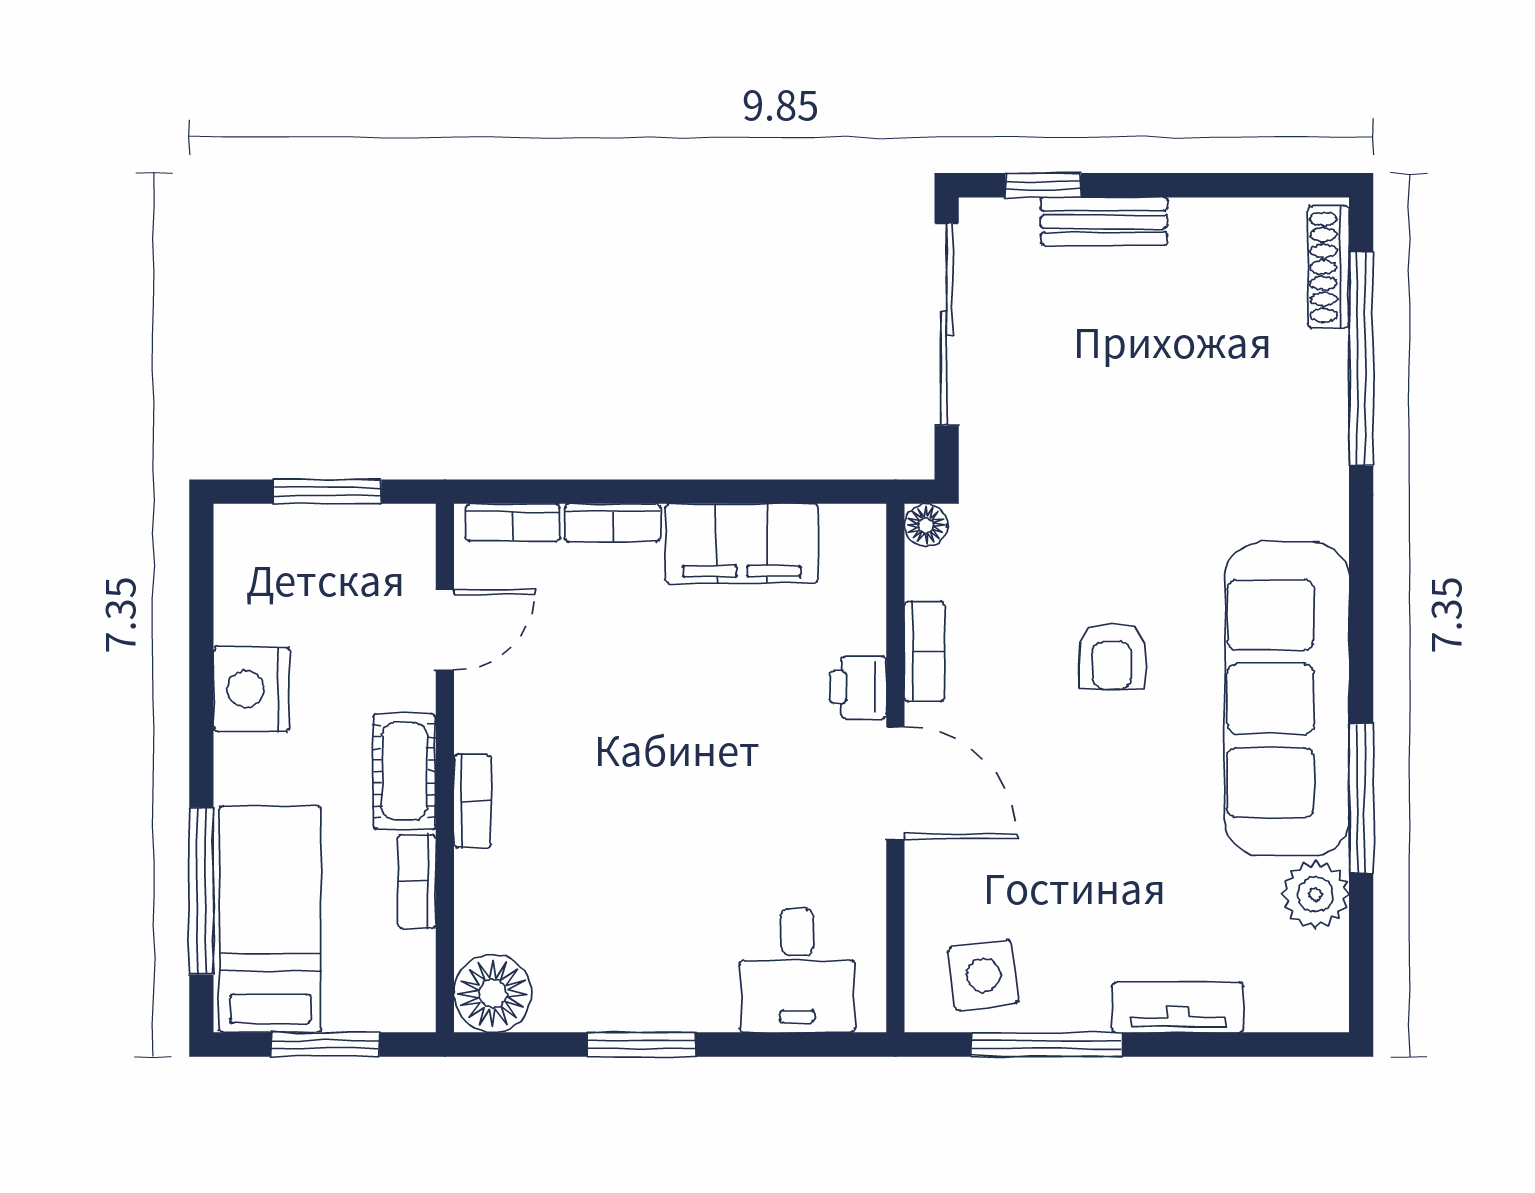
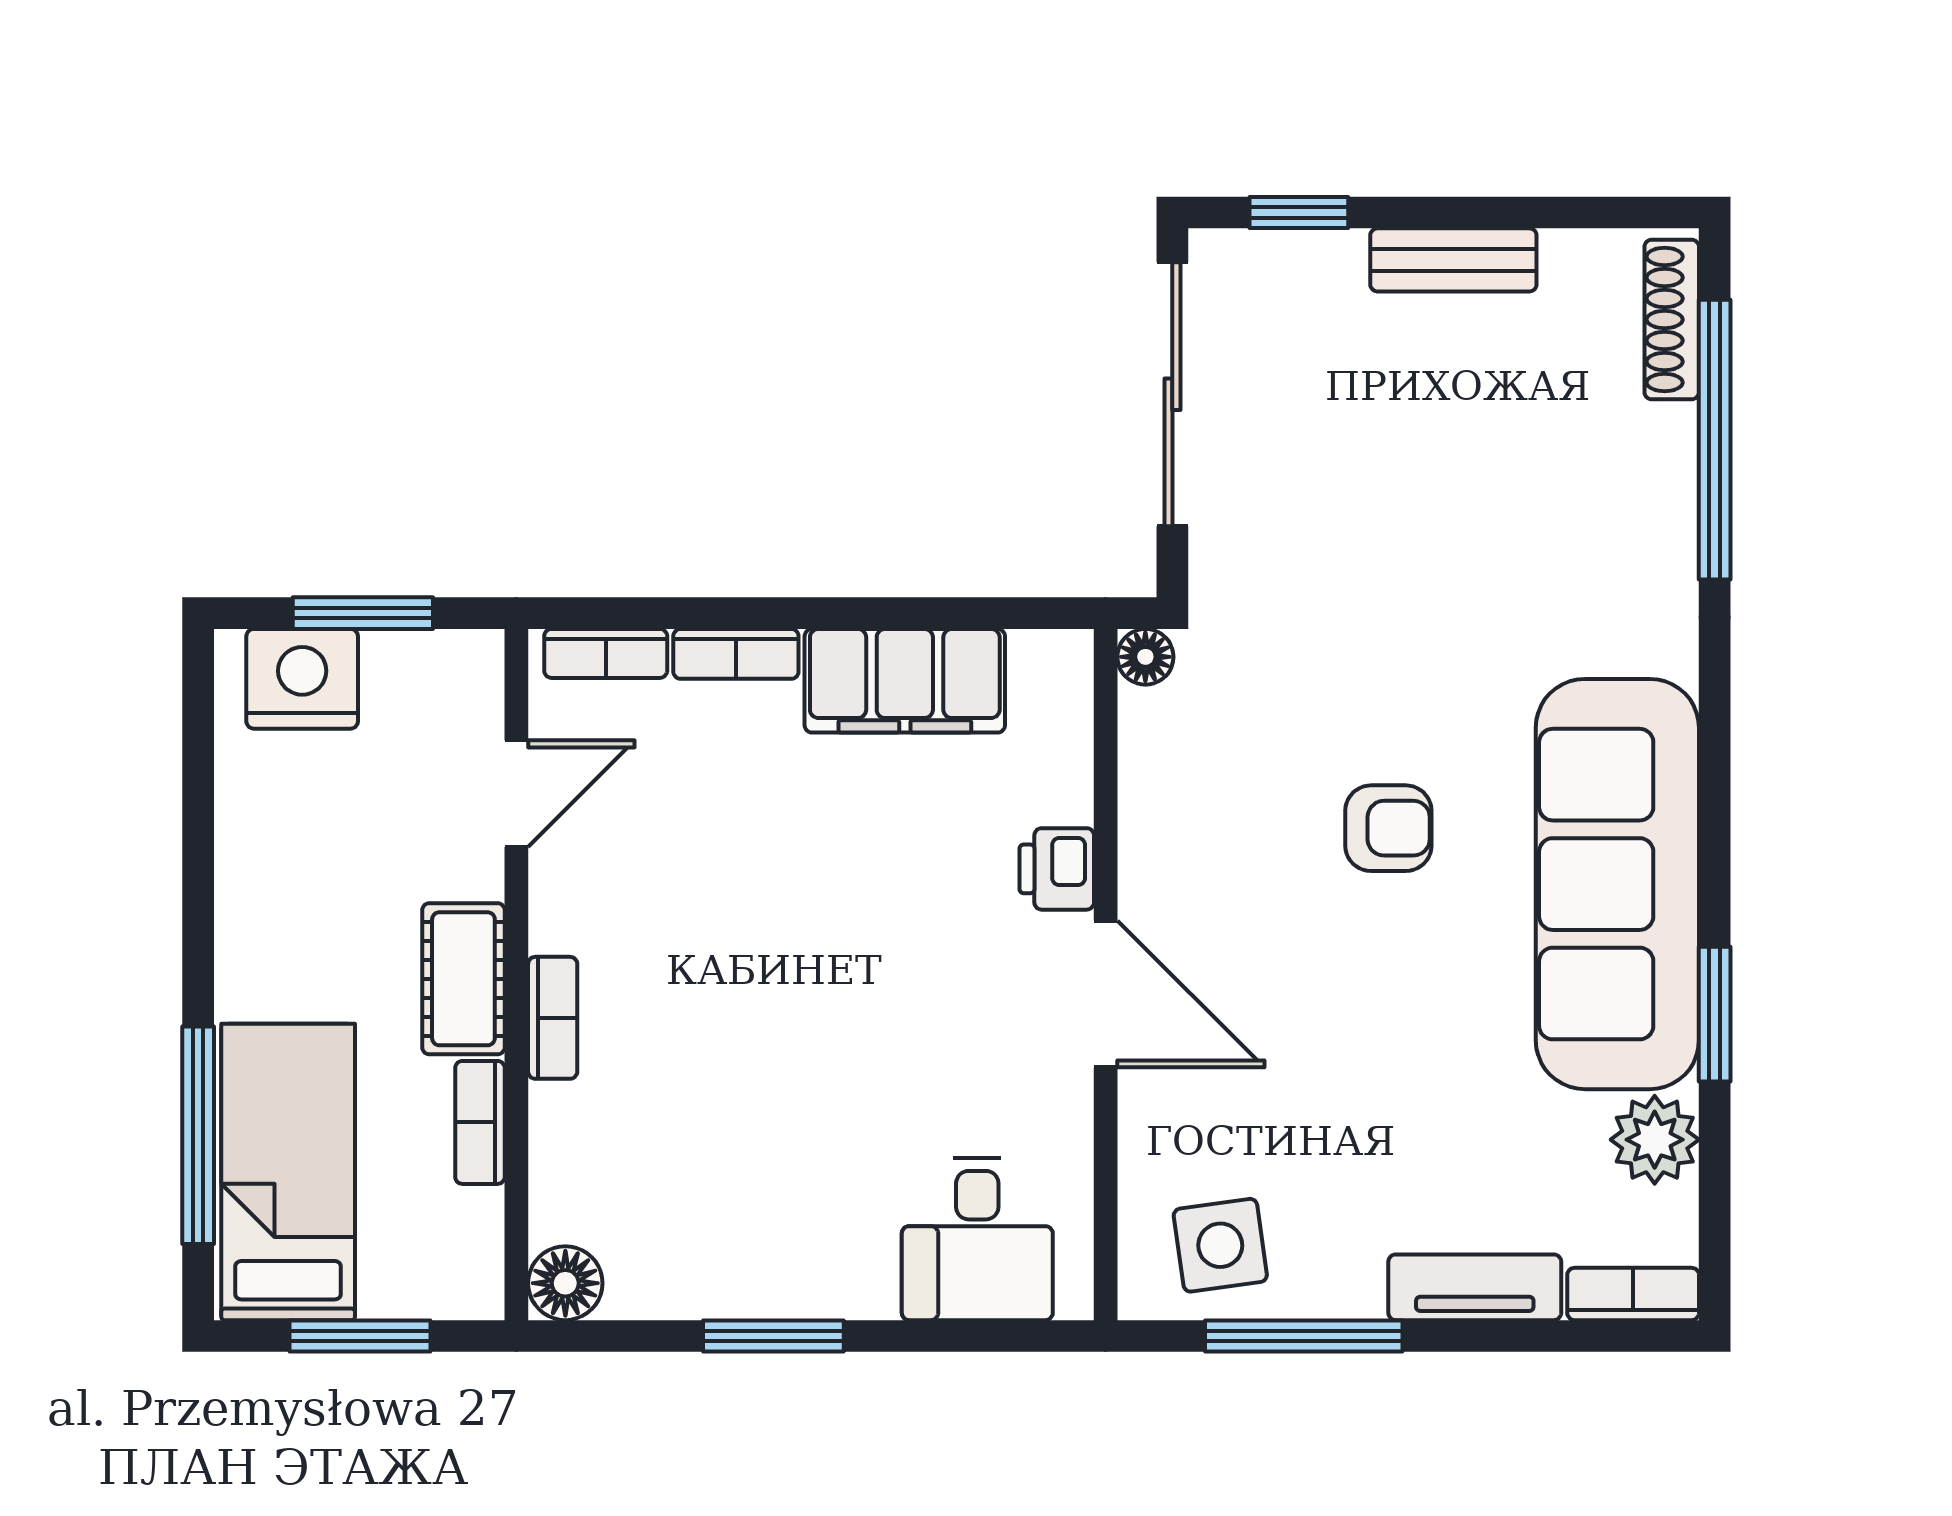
bench: (1104, 222) -> (1453, 260), moved
bookcase: (925, 652) -> (1633, 1294), moved, turned -90
armchair: (1112, 656) -> (1388, 828), turned -90
nightstand: (252, 689) -> (302, 679), moved, turned 90
window: (1361, 798) -> (1715, 1014), width x0.69
floor lamp: (493, 994) -> (565, 1283), width x0.73, depth x0.73

